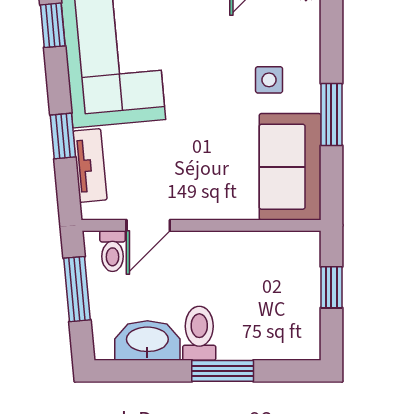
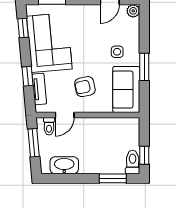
armchair: (195, 160) -> (85, 87), added
window: (331, 287) -> (144, 155), moved
toilet: (199, 333) -> (133, 162), moved
window: (223, 371) -> (113, 178), moved

